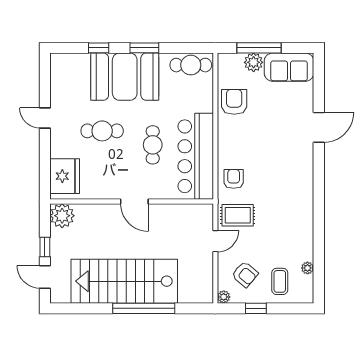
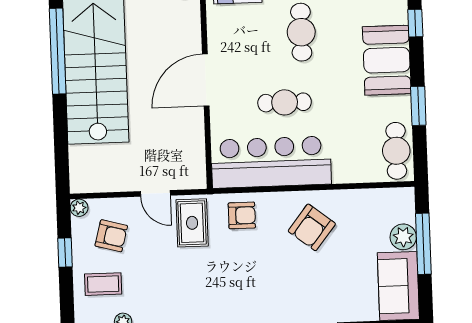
window: (144, 48) -> (418, 106), moved
booth: (125, 77) -> (387, 60), width x0.73, depth x0.70
armchair: (234, 102) -> (312, 227), moved, turned 128
door: (134, 201) -> (206, 80), width x1.36
armchair: (245, 274) -> (111, 236), turned -115
window: (144, 308) -> (58, 51), moved

